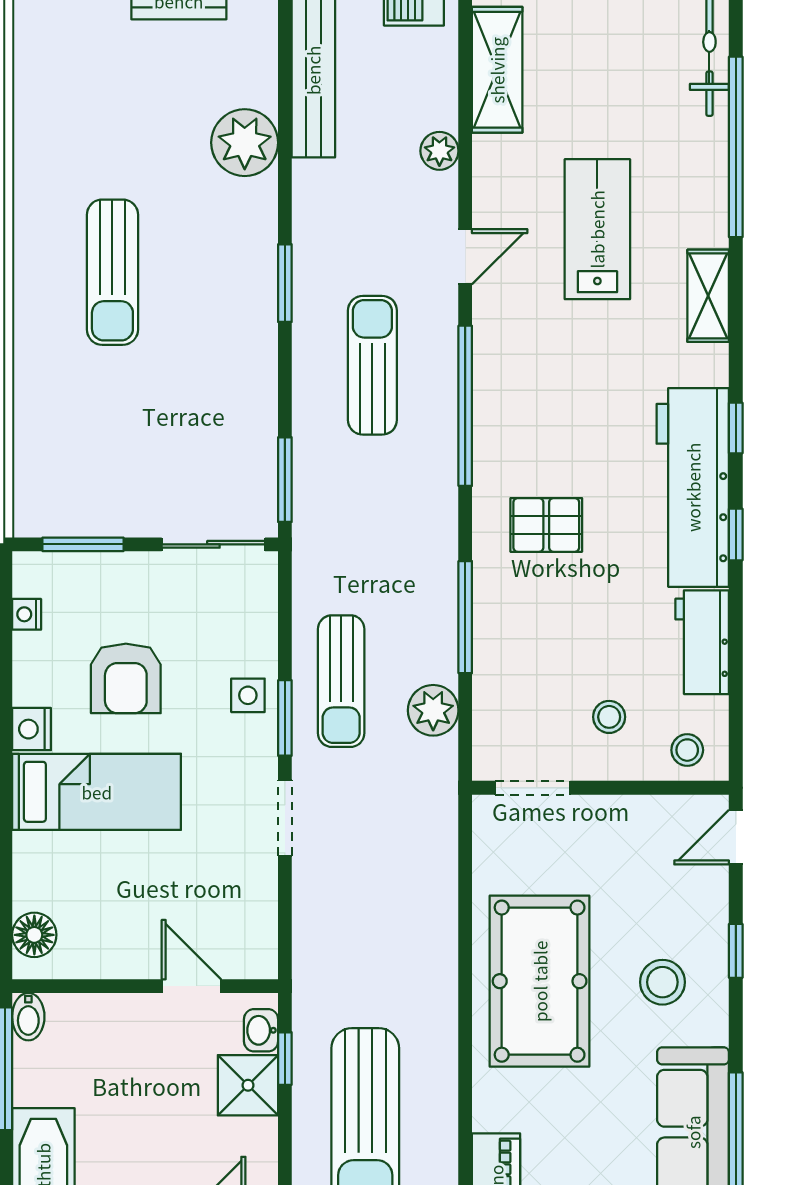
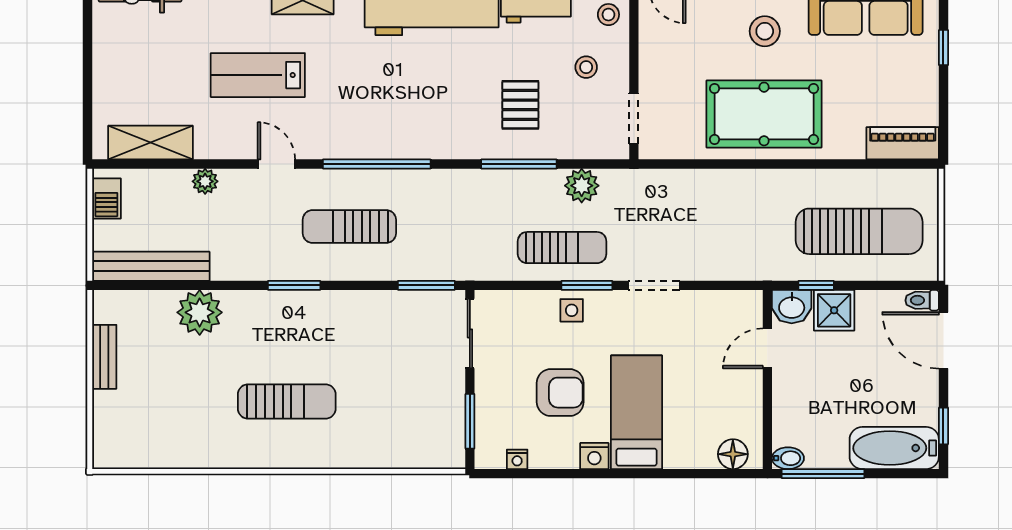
pallet: (546, 525) -> (520, 105), moved
washbasin: (261, 1030) -> (792, 307), width x1.38, depth x1.45

